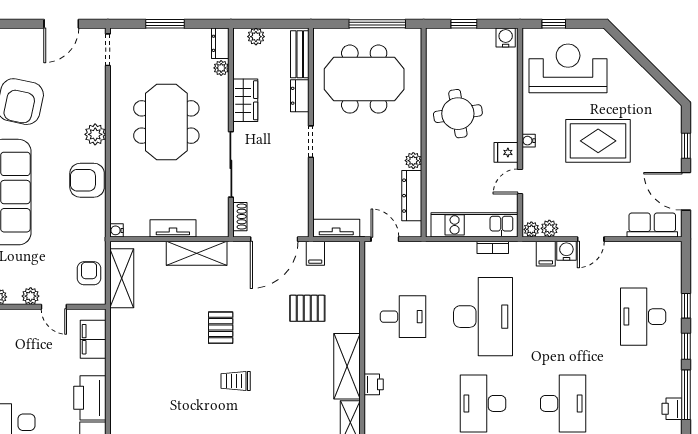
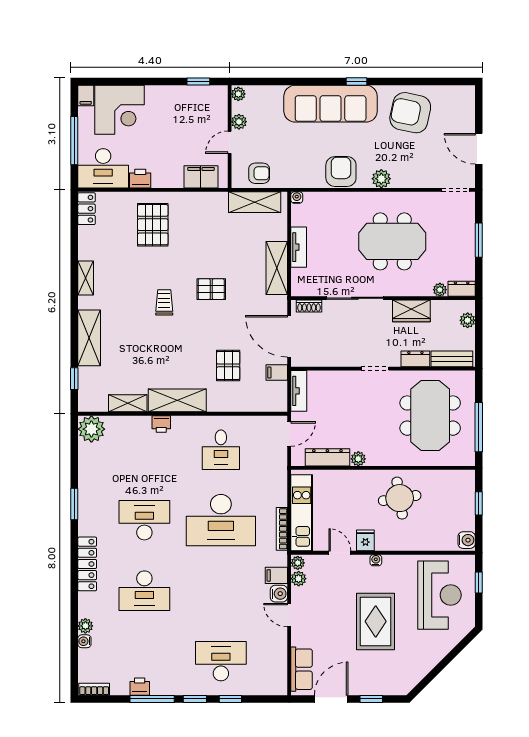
bookcase: (493, 247) -> (282, 529), width x1.56
pallet: (147, 394) -> (153, 225), added
printer: (90, 398) -> (140, 179), width x0.53, depth x0.68

